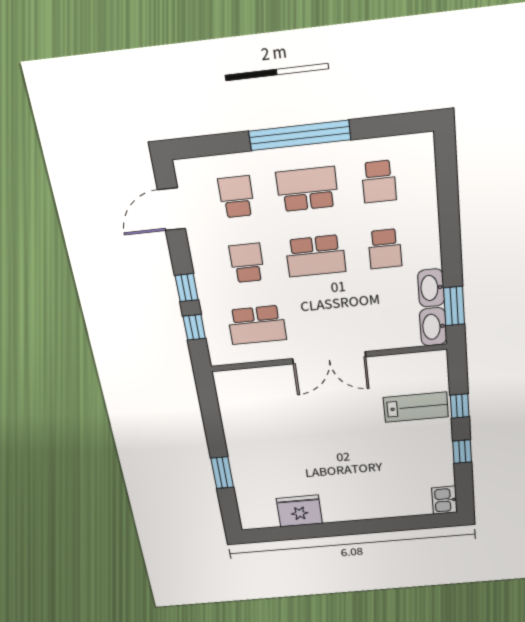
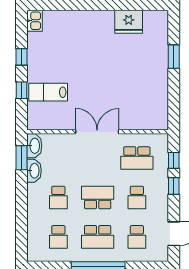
school desk: (379, 182) -> (58, 237), turned 180
school desk: (385, 249) -> (58, 197), turned 180
school desk: (257, 325) -> (137, 158), turned 180

